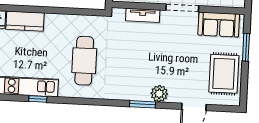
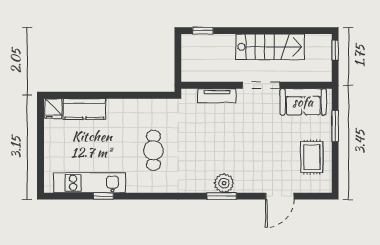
cafe table: (84, 61) -> (153, 150), width x0.73, depth x0.74
rug: (224, 74) -> (312, 157), width x0.73, depth x0.70
plant: (159, 94) -> (224, 183), moved

